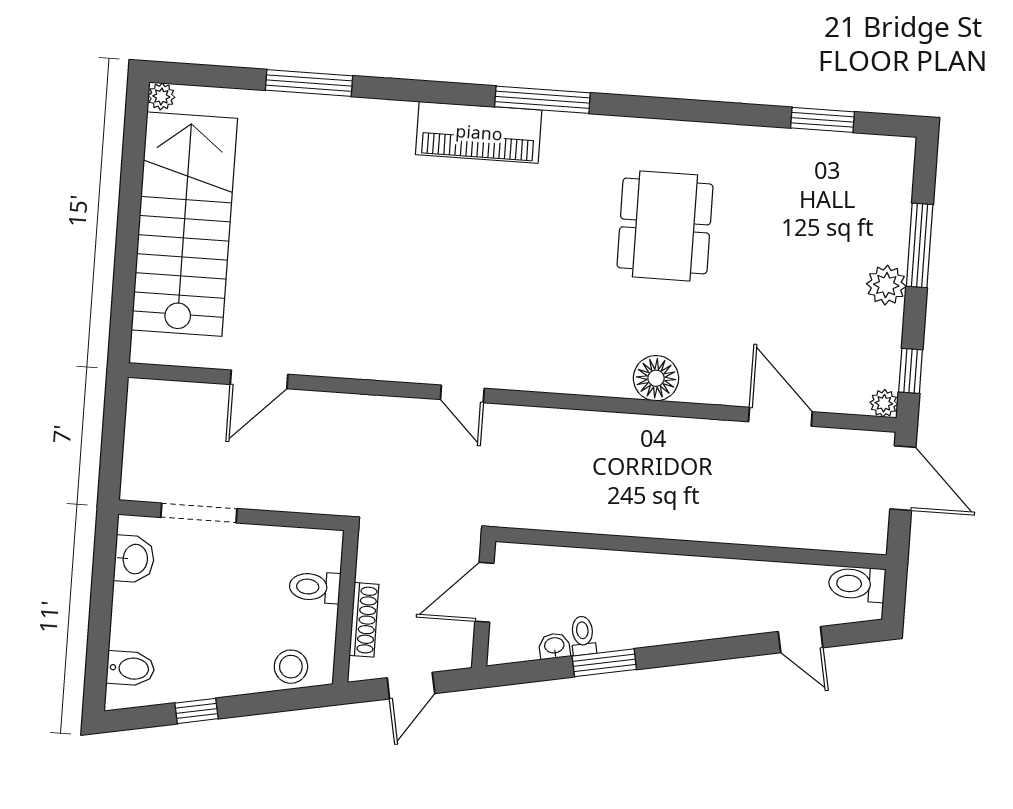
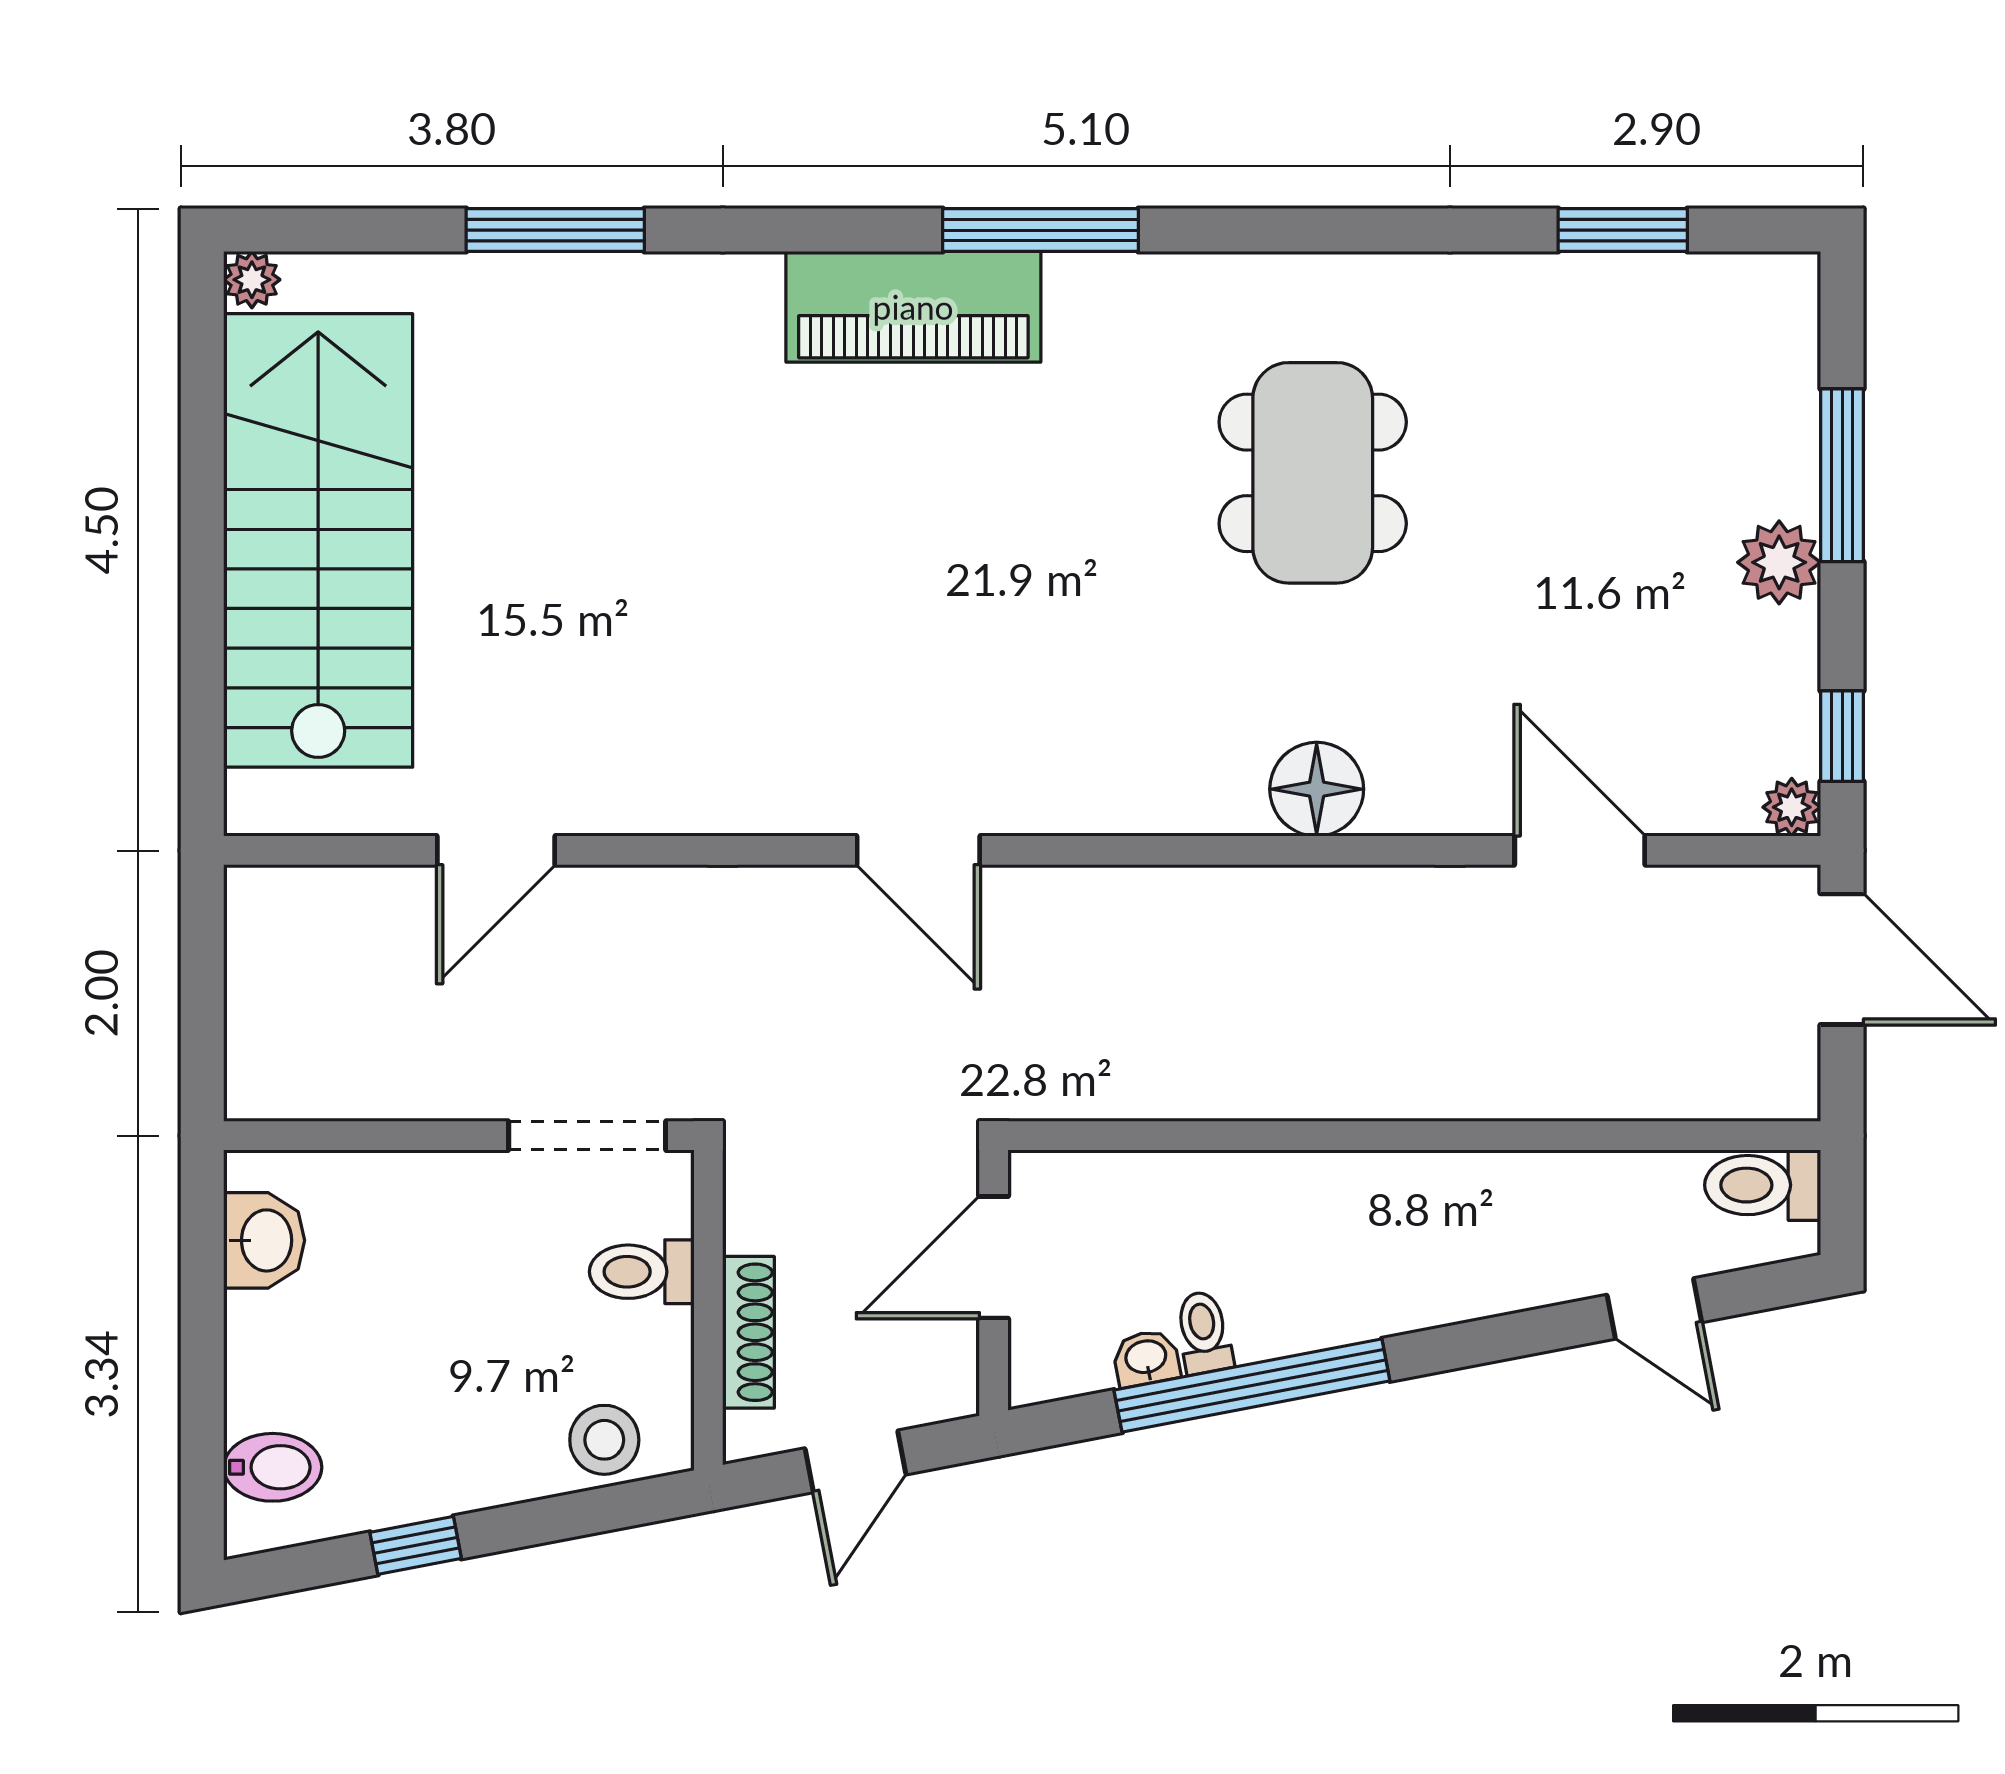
door: (462, 394) -> (918, 850), width x1.38
doorway: (199, 513) -> (587, 1136), moved
window: (604, 663) -> (1252, 1385), width x2.11

